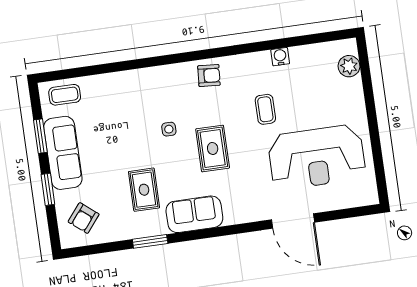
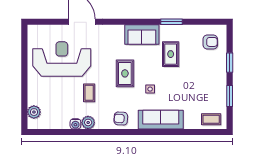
plant: (260, 62) -> (88, 122), added
sofa: (63, 153) -> (161, 120), moved, turned 90
armchair: (84, 218) -> (210, 42), turned 51

